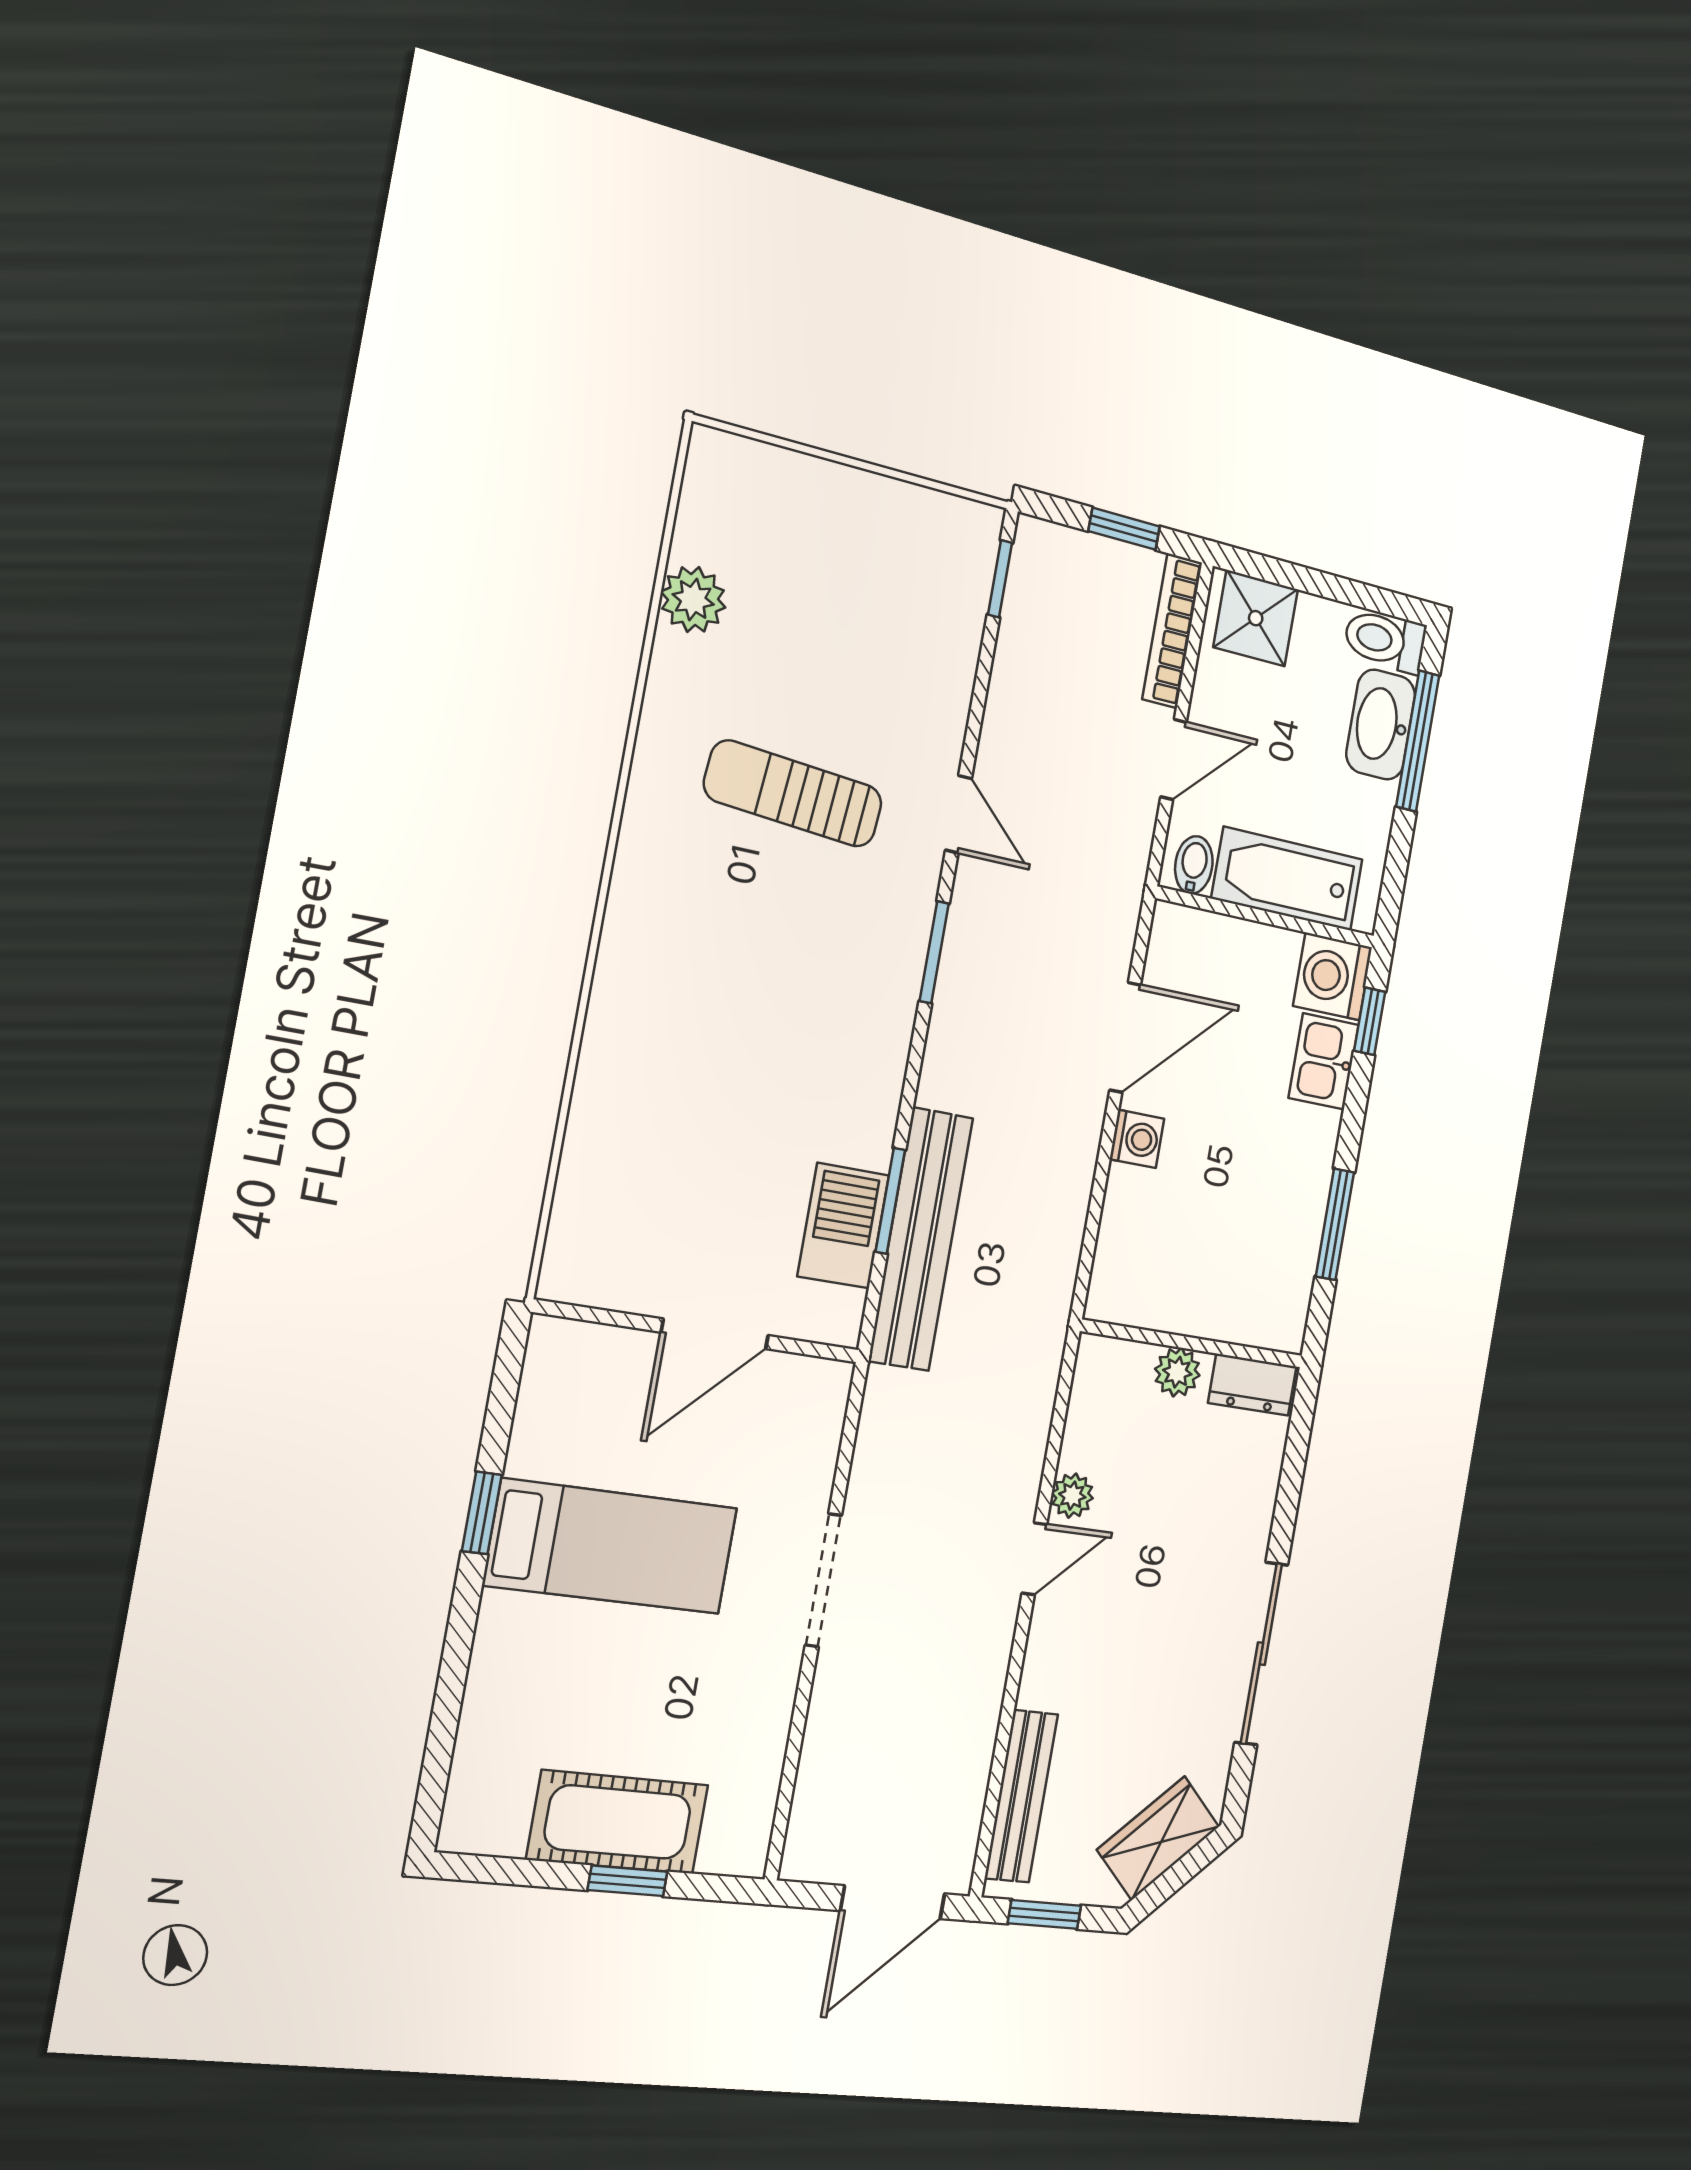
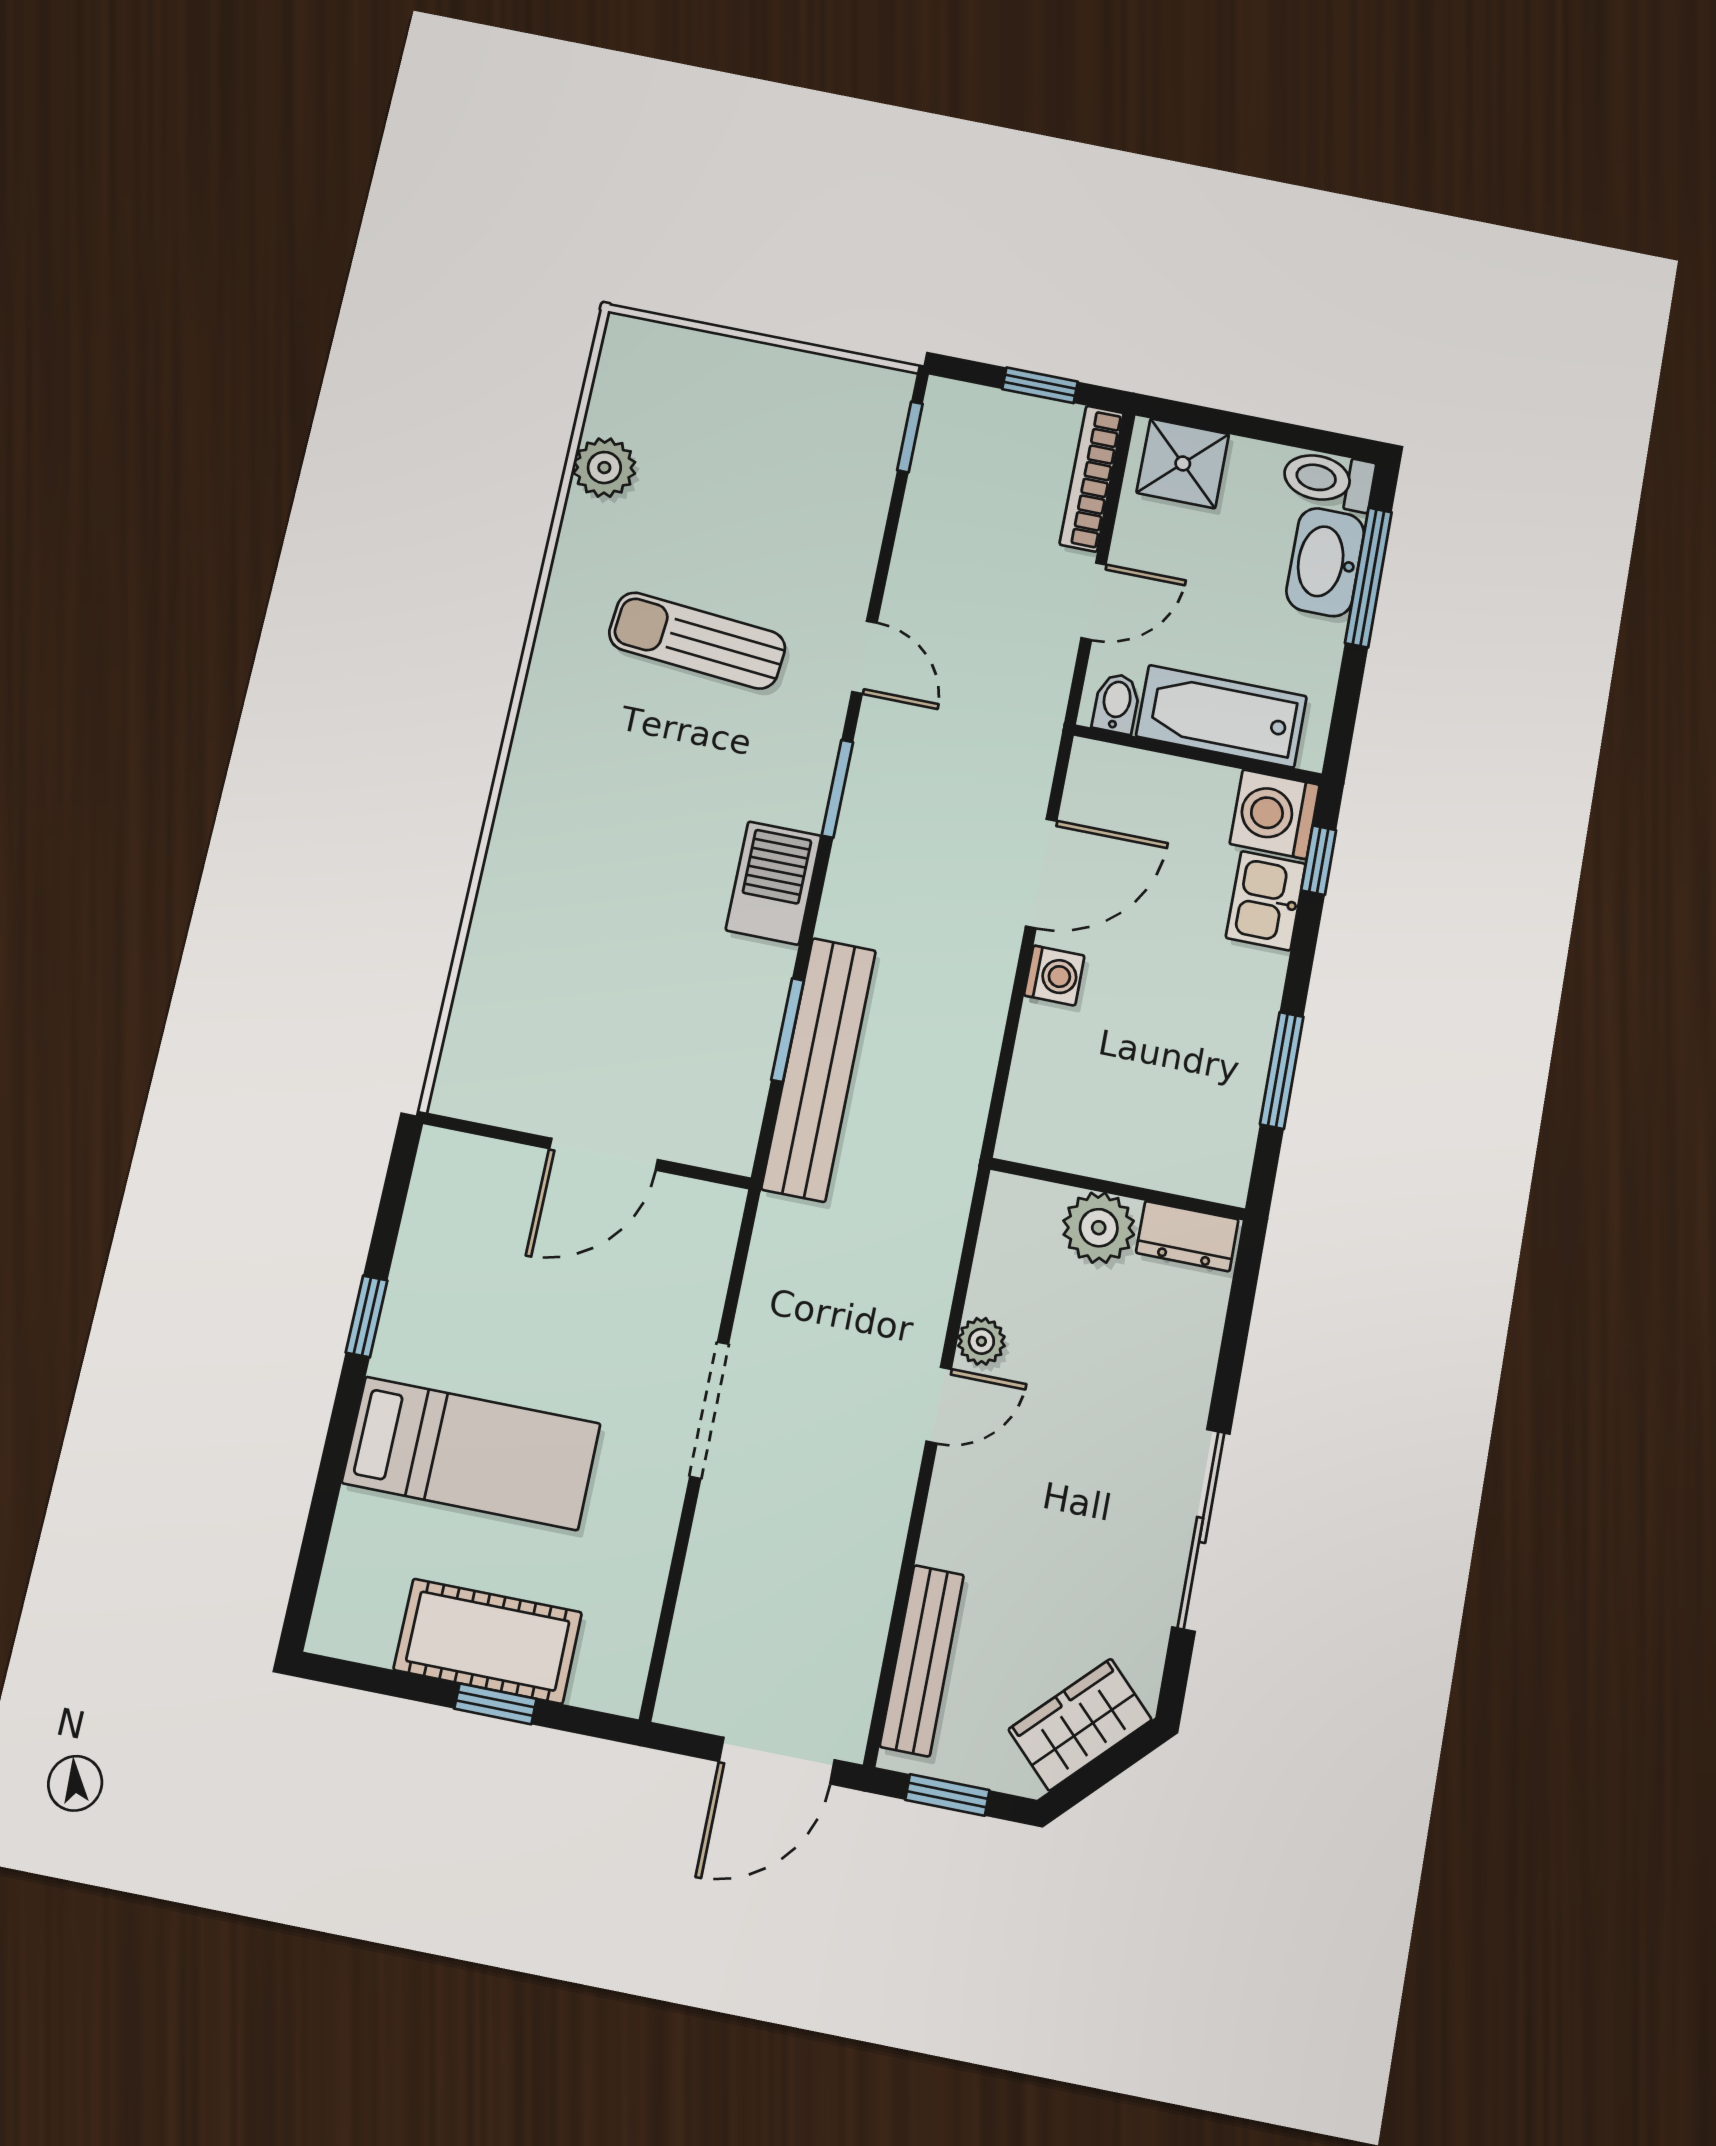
barbecue: (843, 1226) -> (774, 883), moved
plant: (1177, 1372) -> (1099, 1228), width x1.38, depth x1.38
bed: (611, 1547) -> (471, 1453), moved

